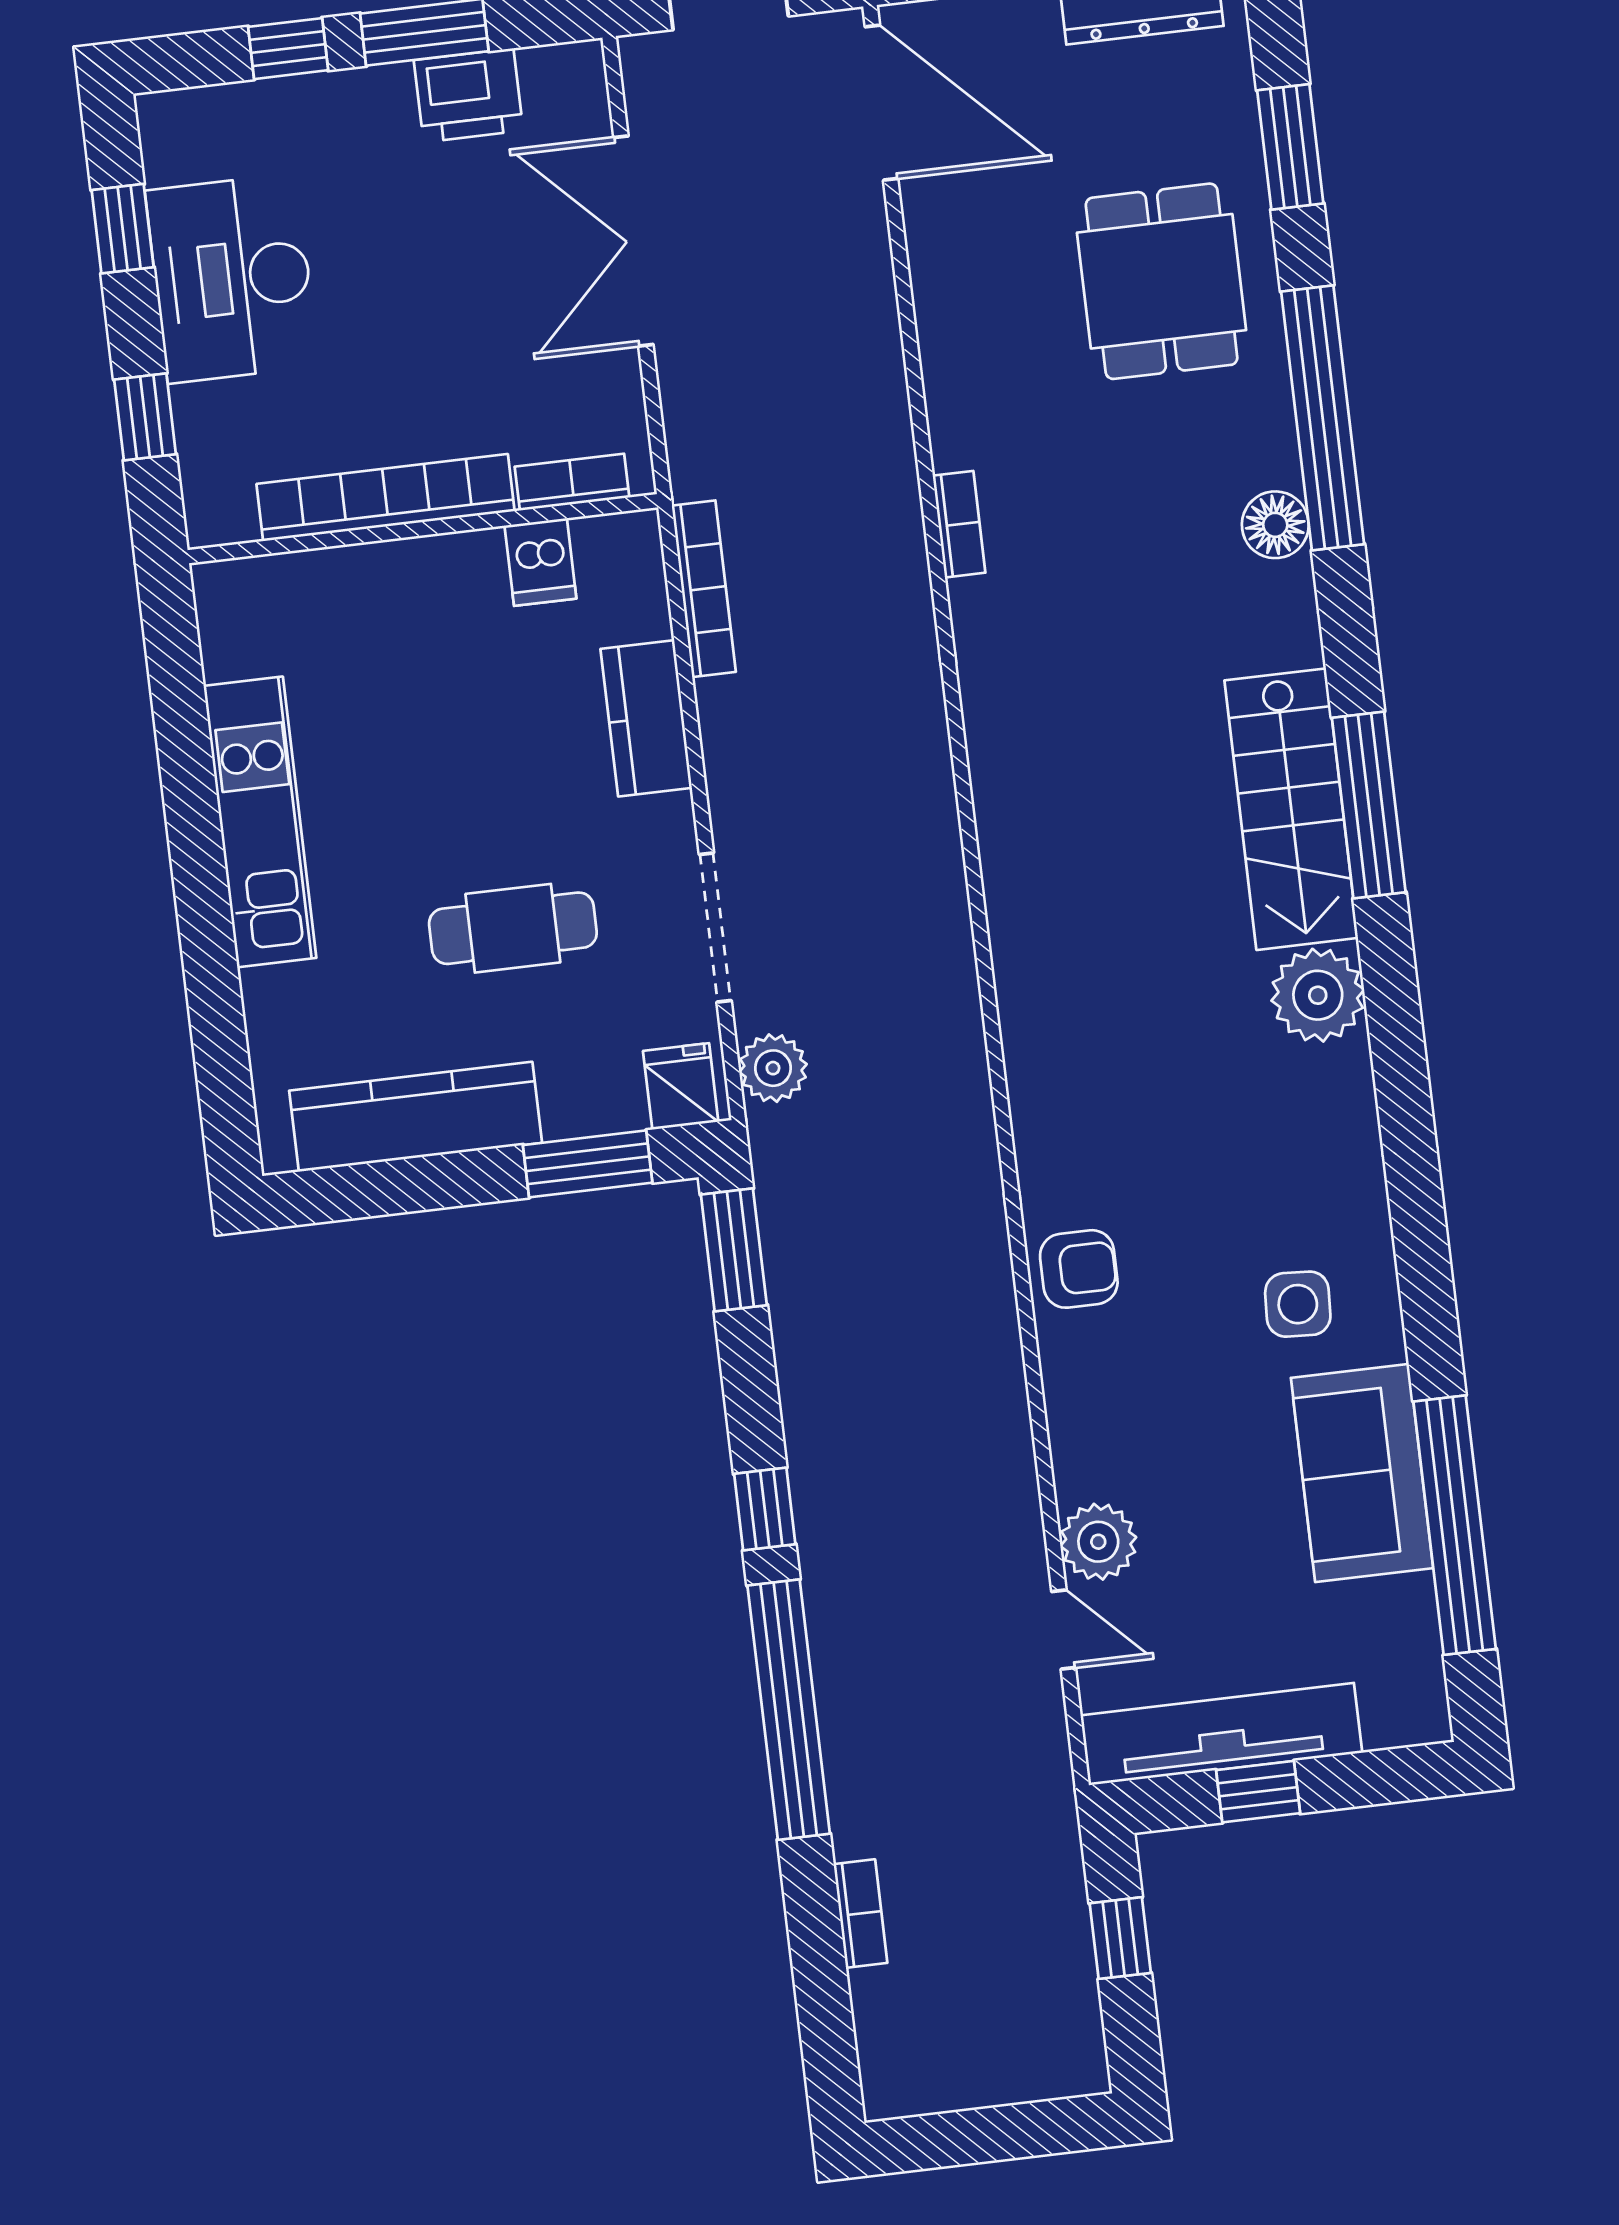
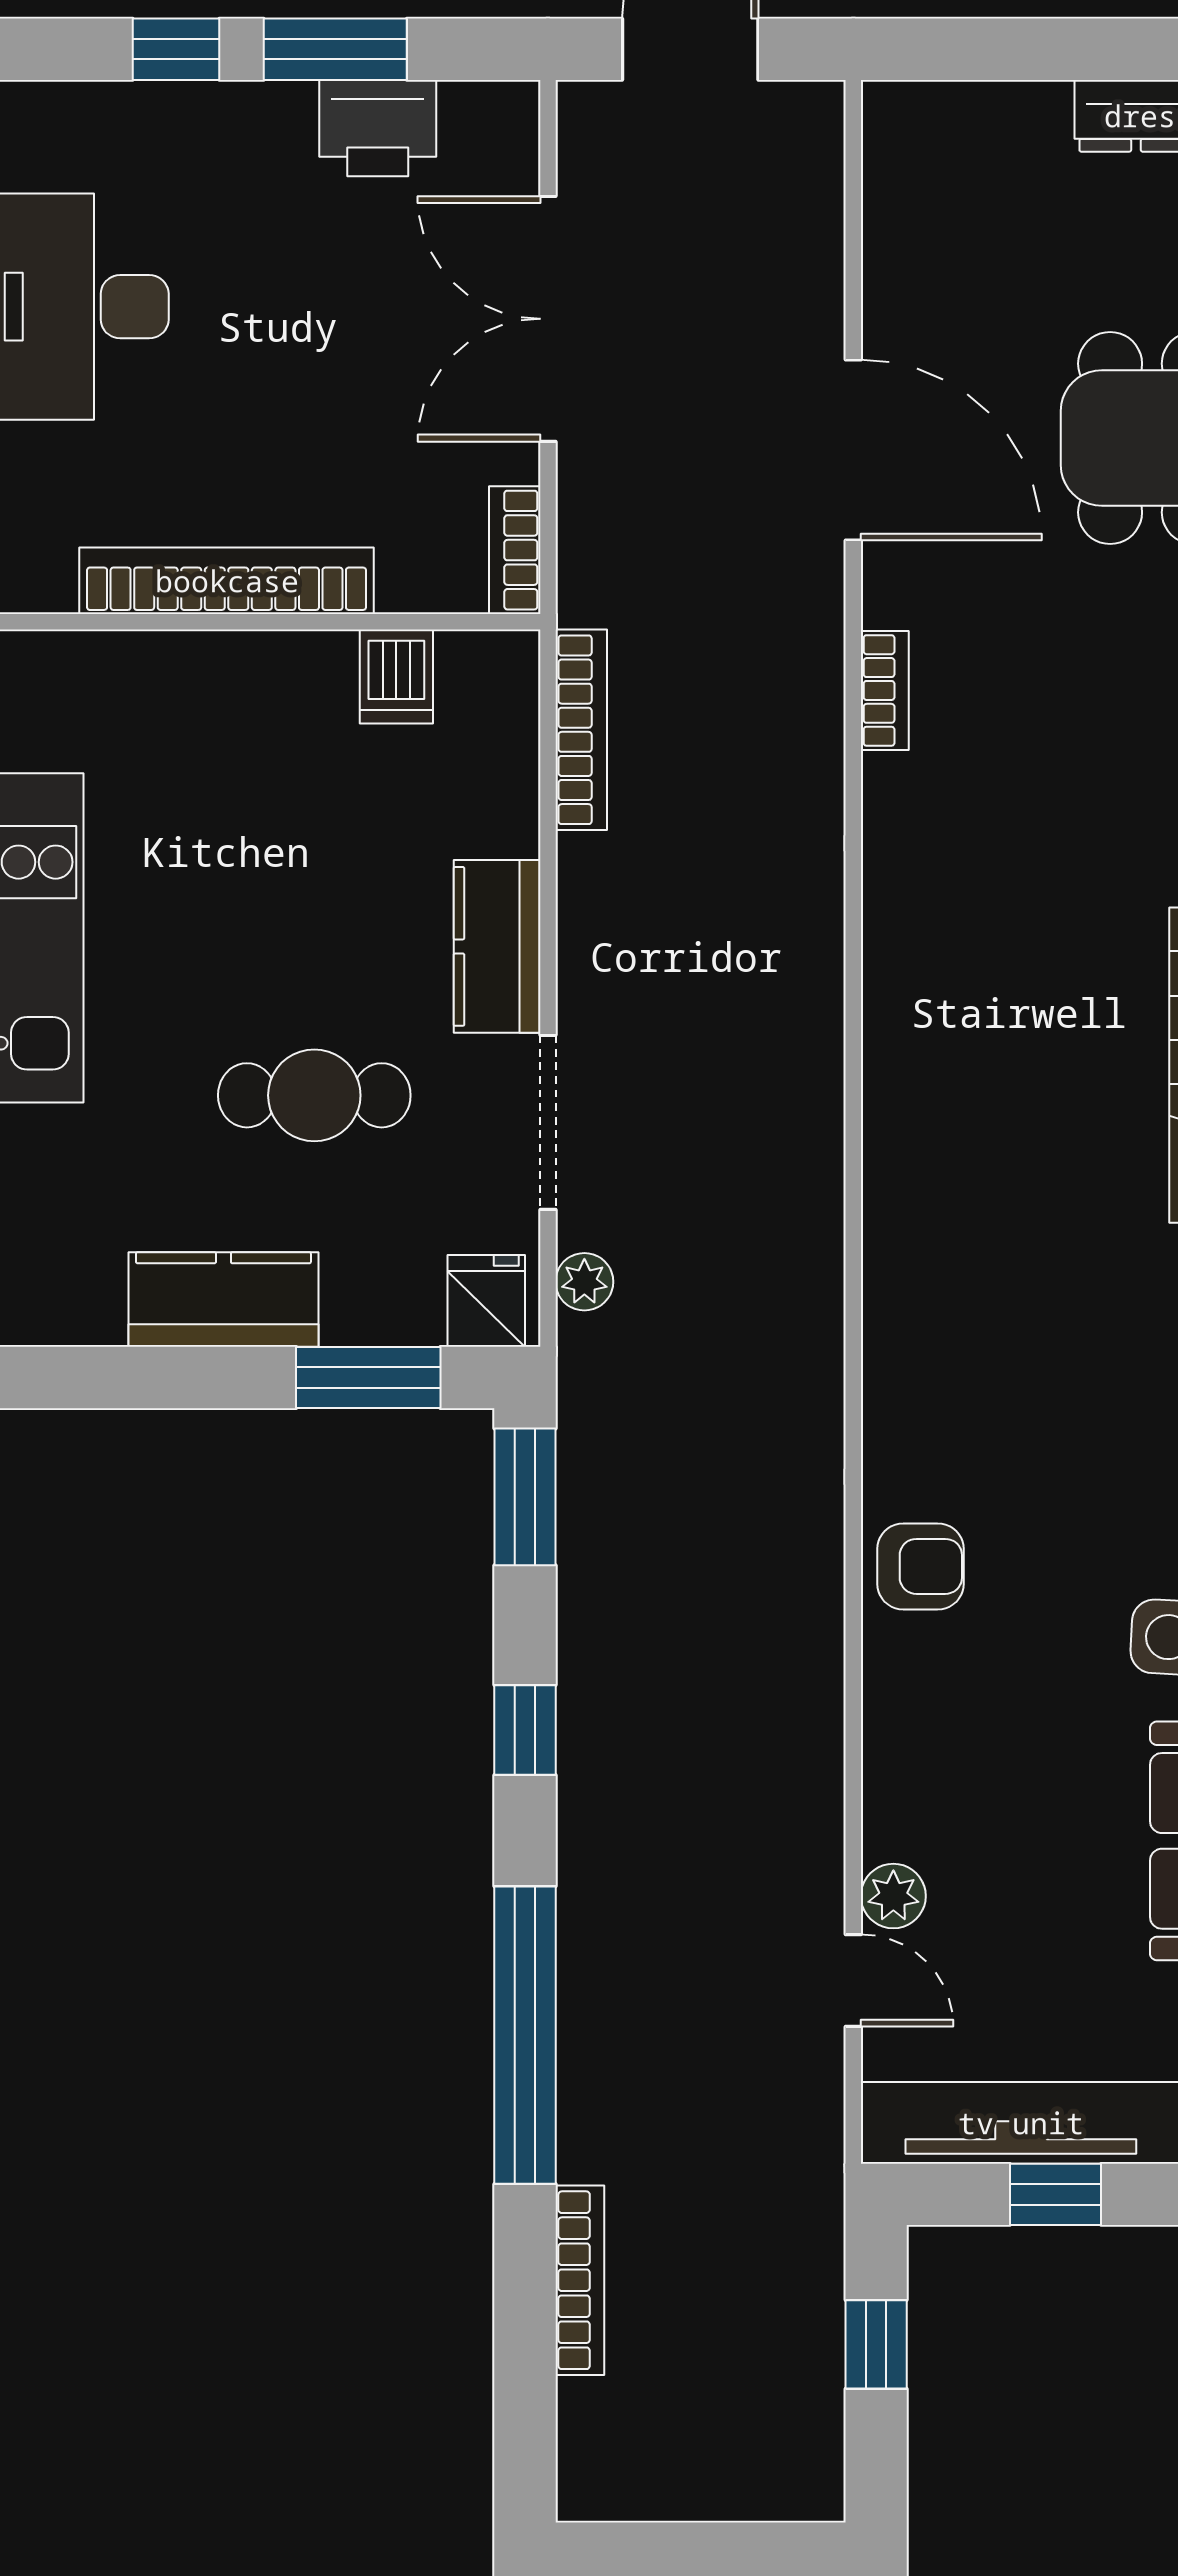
door: (882, 103) -> (853, 450), moved
bookcase: (572, 482) -> (515, 550), moved, turned -90
kitchen counter: (646, 718) -> (497, 946), moved
plant: (773, 1068) -> (584, 1282), width x0.73, depth x0.73
kitchen counter: (416, 1117) -> (223, 1300), width x0.67
window: (765, 1509) -> (525, 1730), moved
plant: (1098, 1542) -> (893, 1896), width x0.73, depth x0.73
bookcase: (860, 1913) -> (580, 2280), width x1.56

